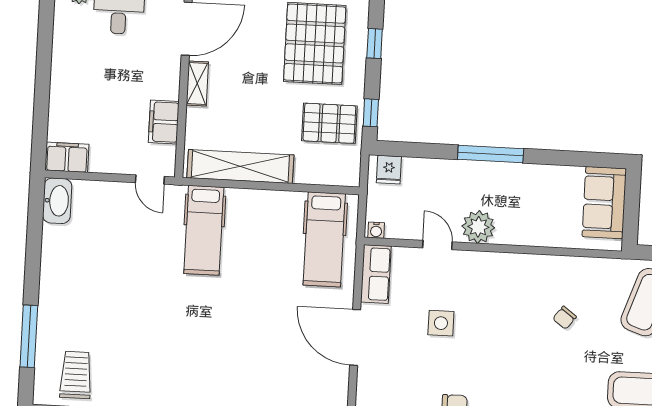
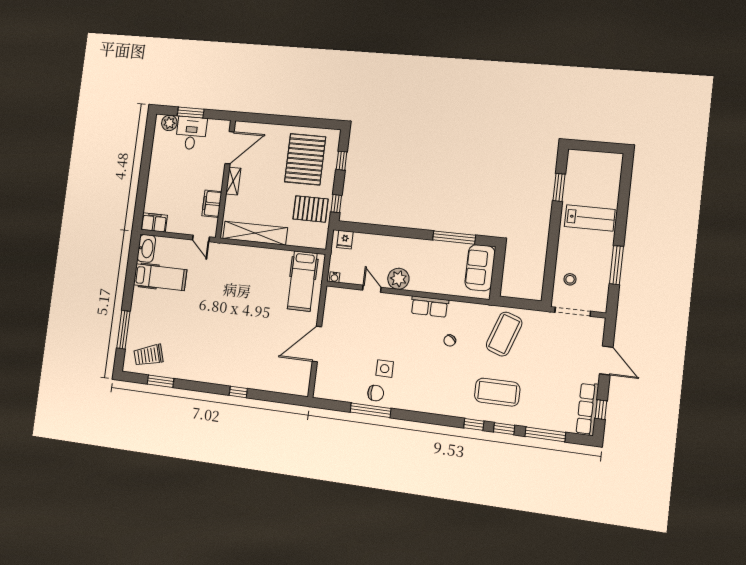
window: (491, 154) -> (454, 238), moved
hospital bed: (204, 230) -> (160, 277), moved, turned -90
row of seats: (376, 274) -> (430, 307), moved, turned 90
side table: (441, 323) -> (385, 369), moved
door: (355, 337) -> (317, 344), hinge flipped
trolley: (76, 375) -> (149, 355), turned -107

